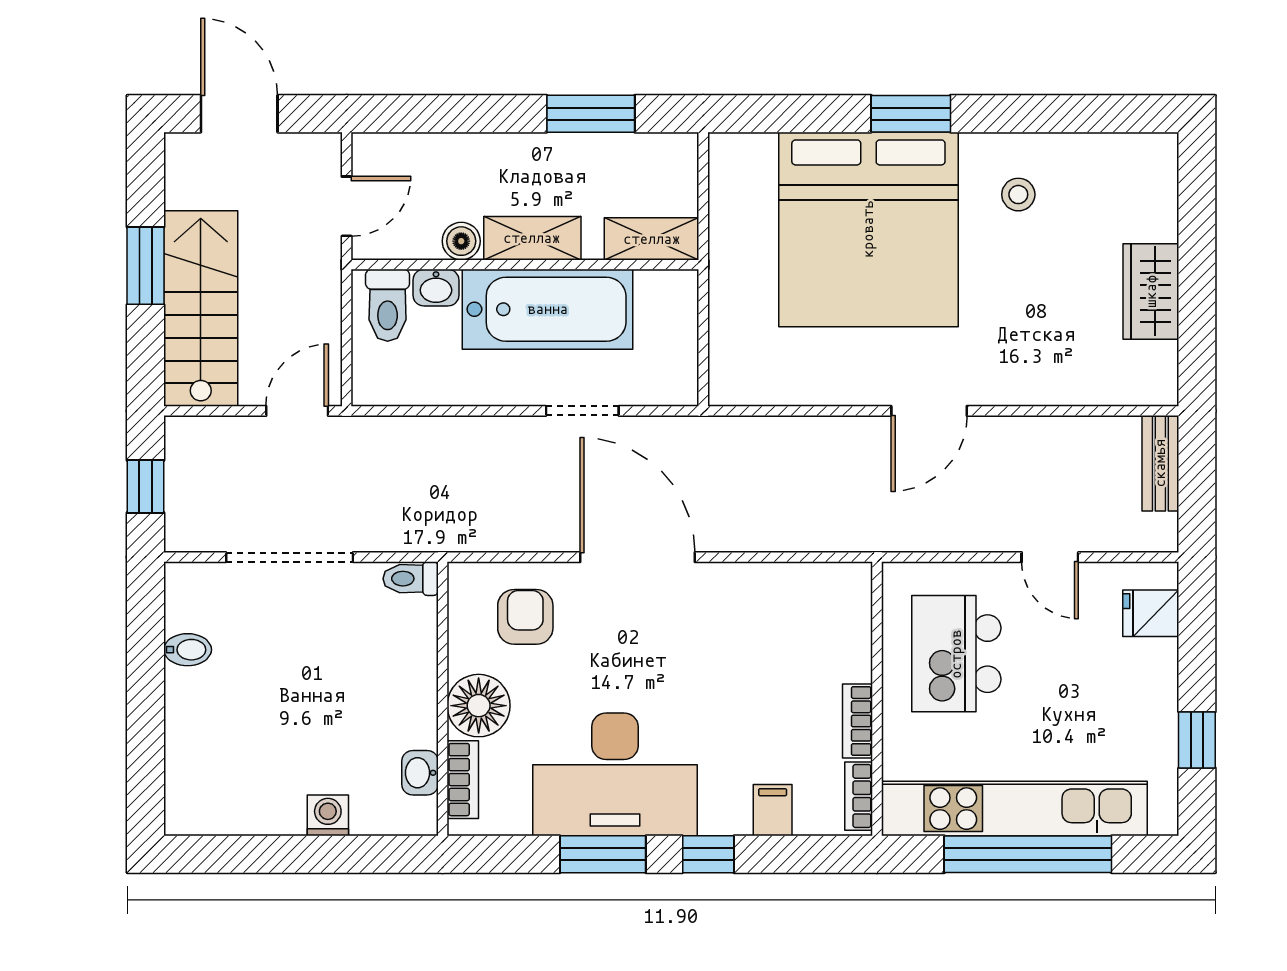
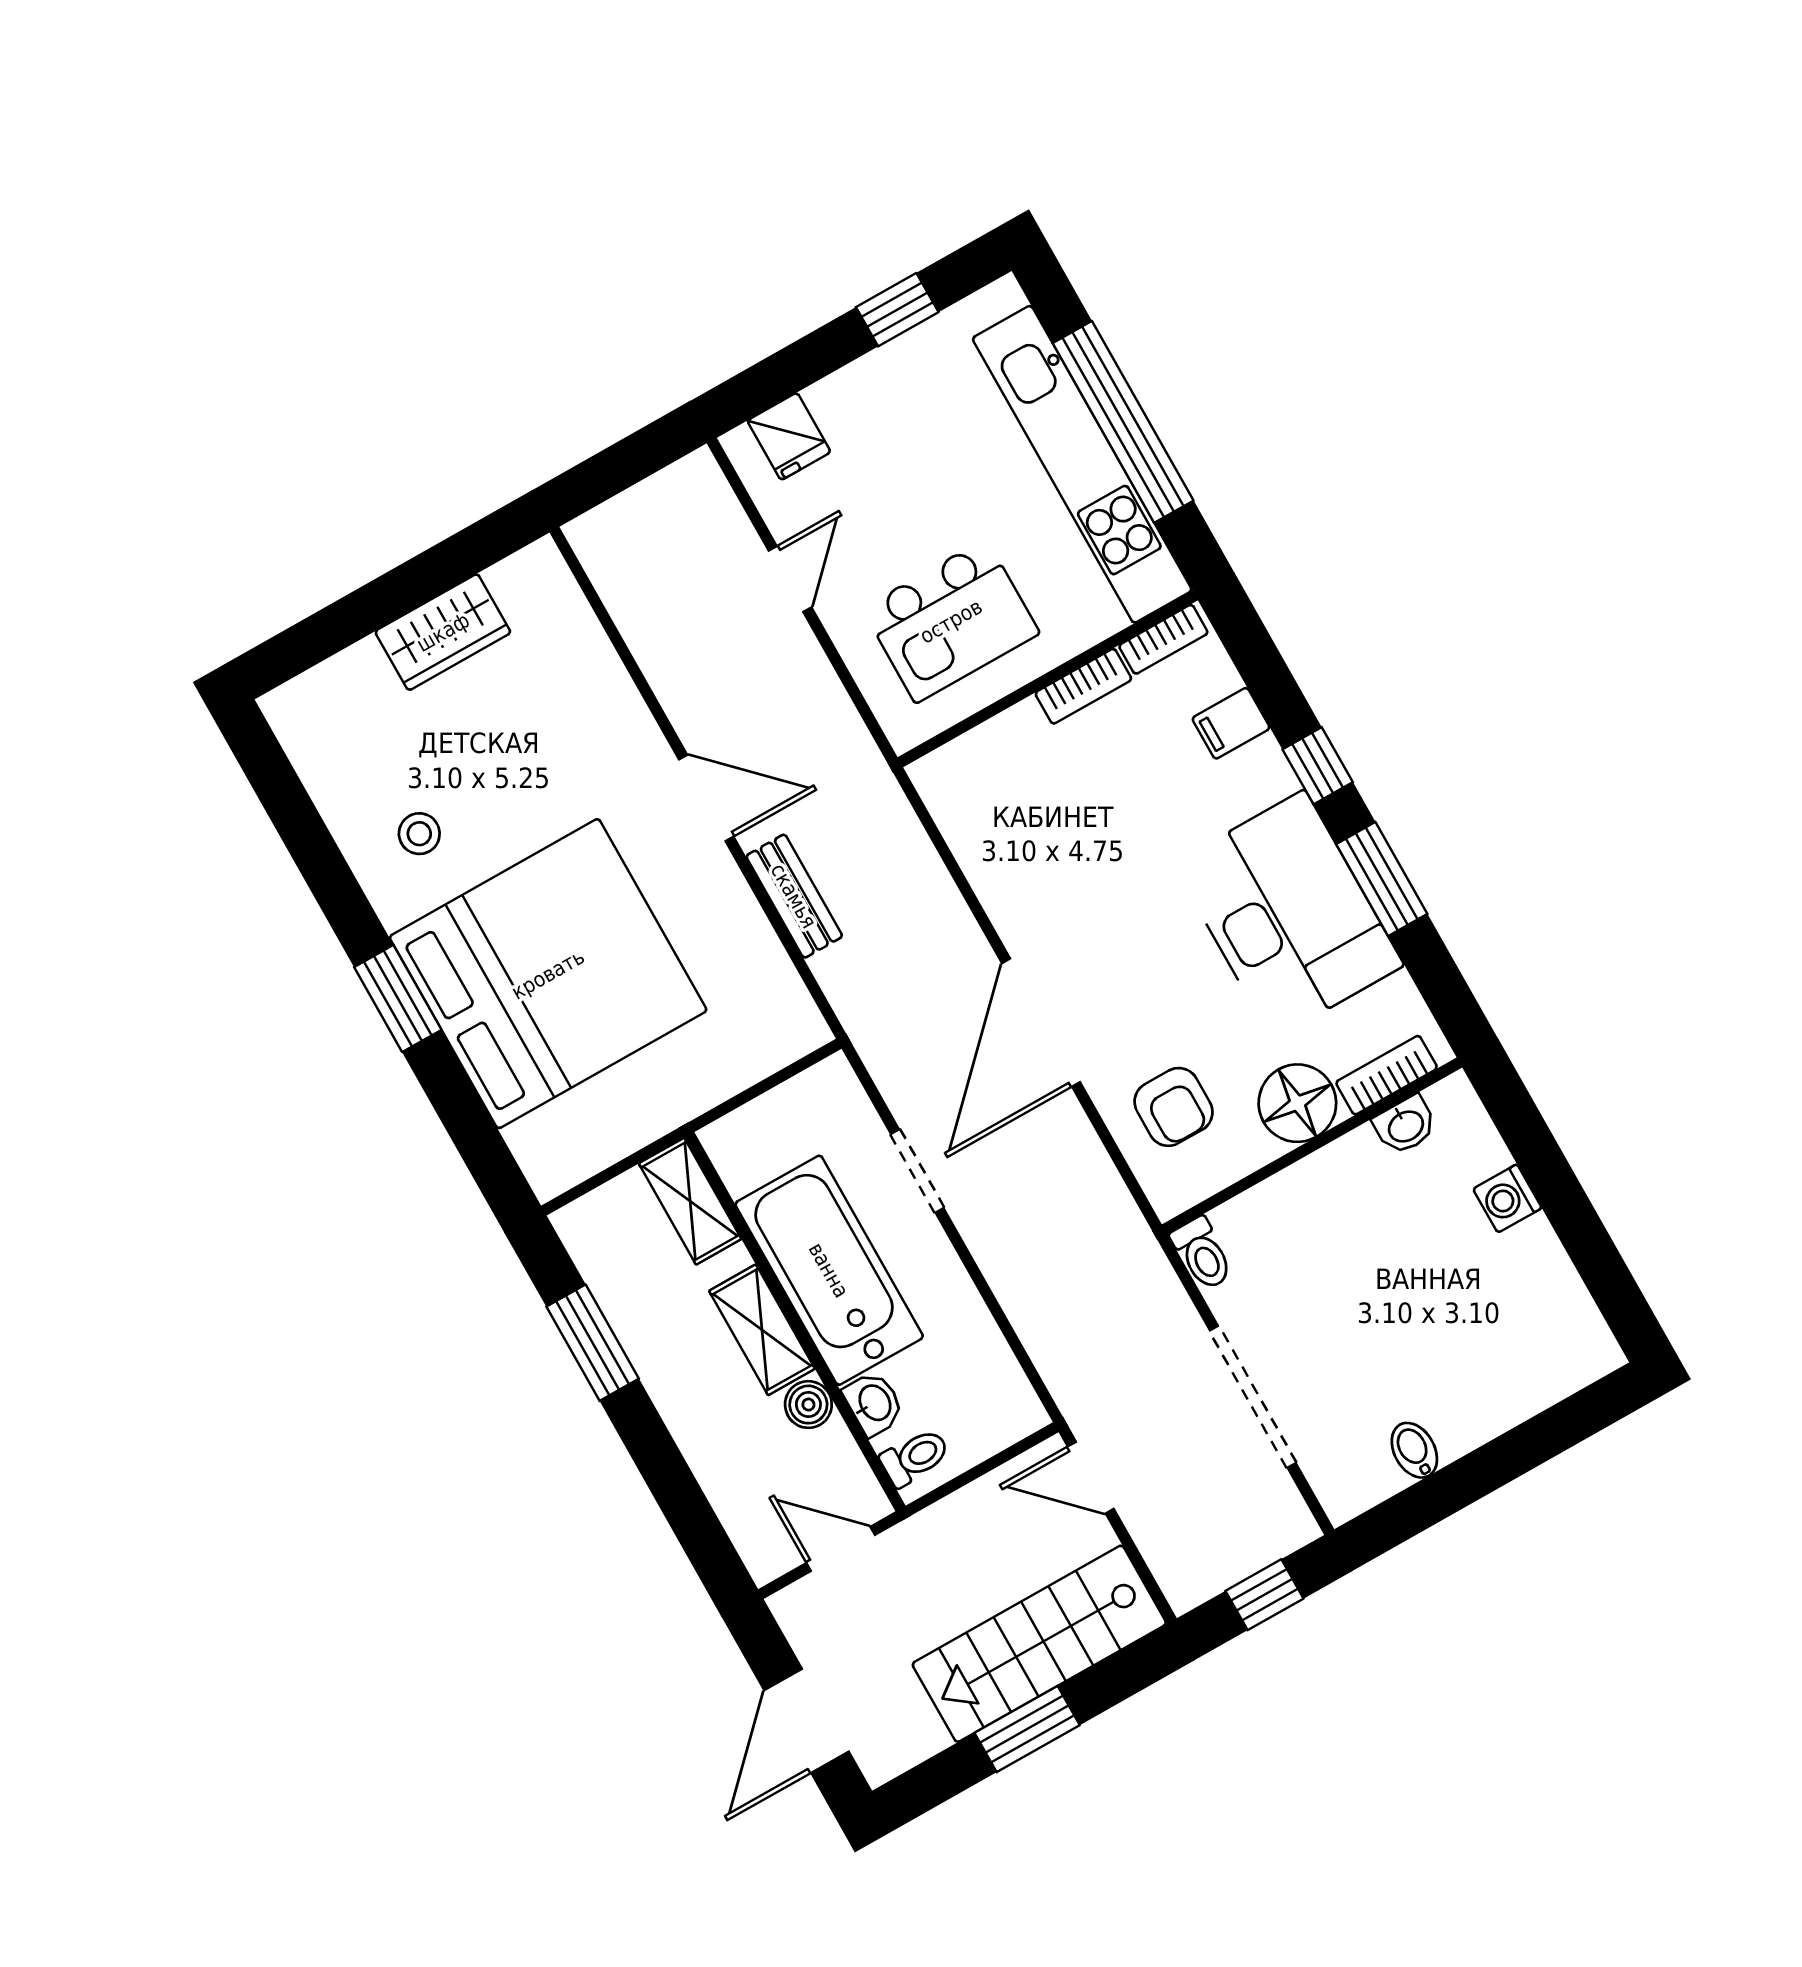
toilet: (388, 305) -> (915, 1457), width x0.73, depth x0.72
bench: (1160, 463) -> (794, 896), moved, turned 90
armchair: (525, 617) -> (1174, 1107), turned -90

